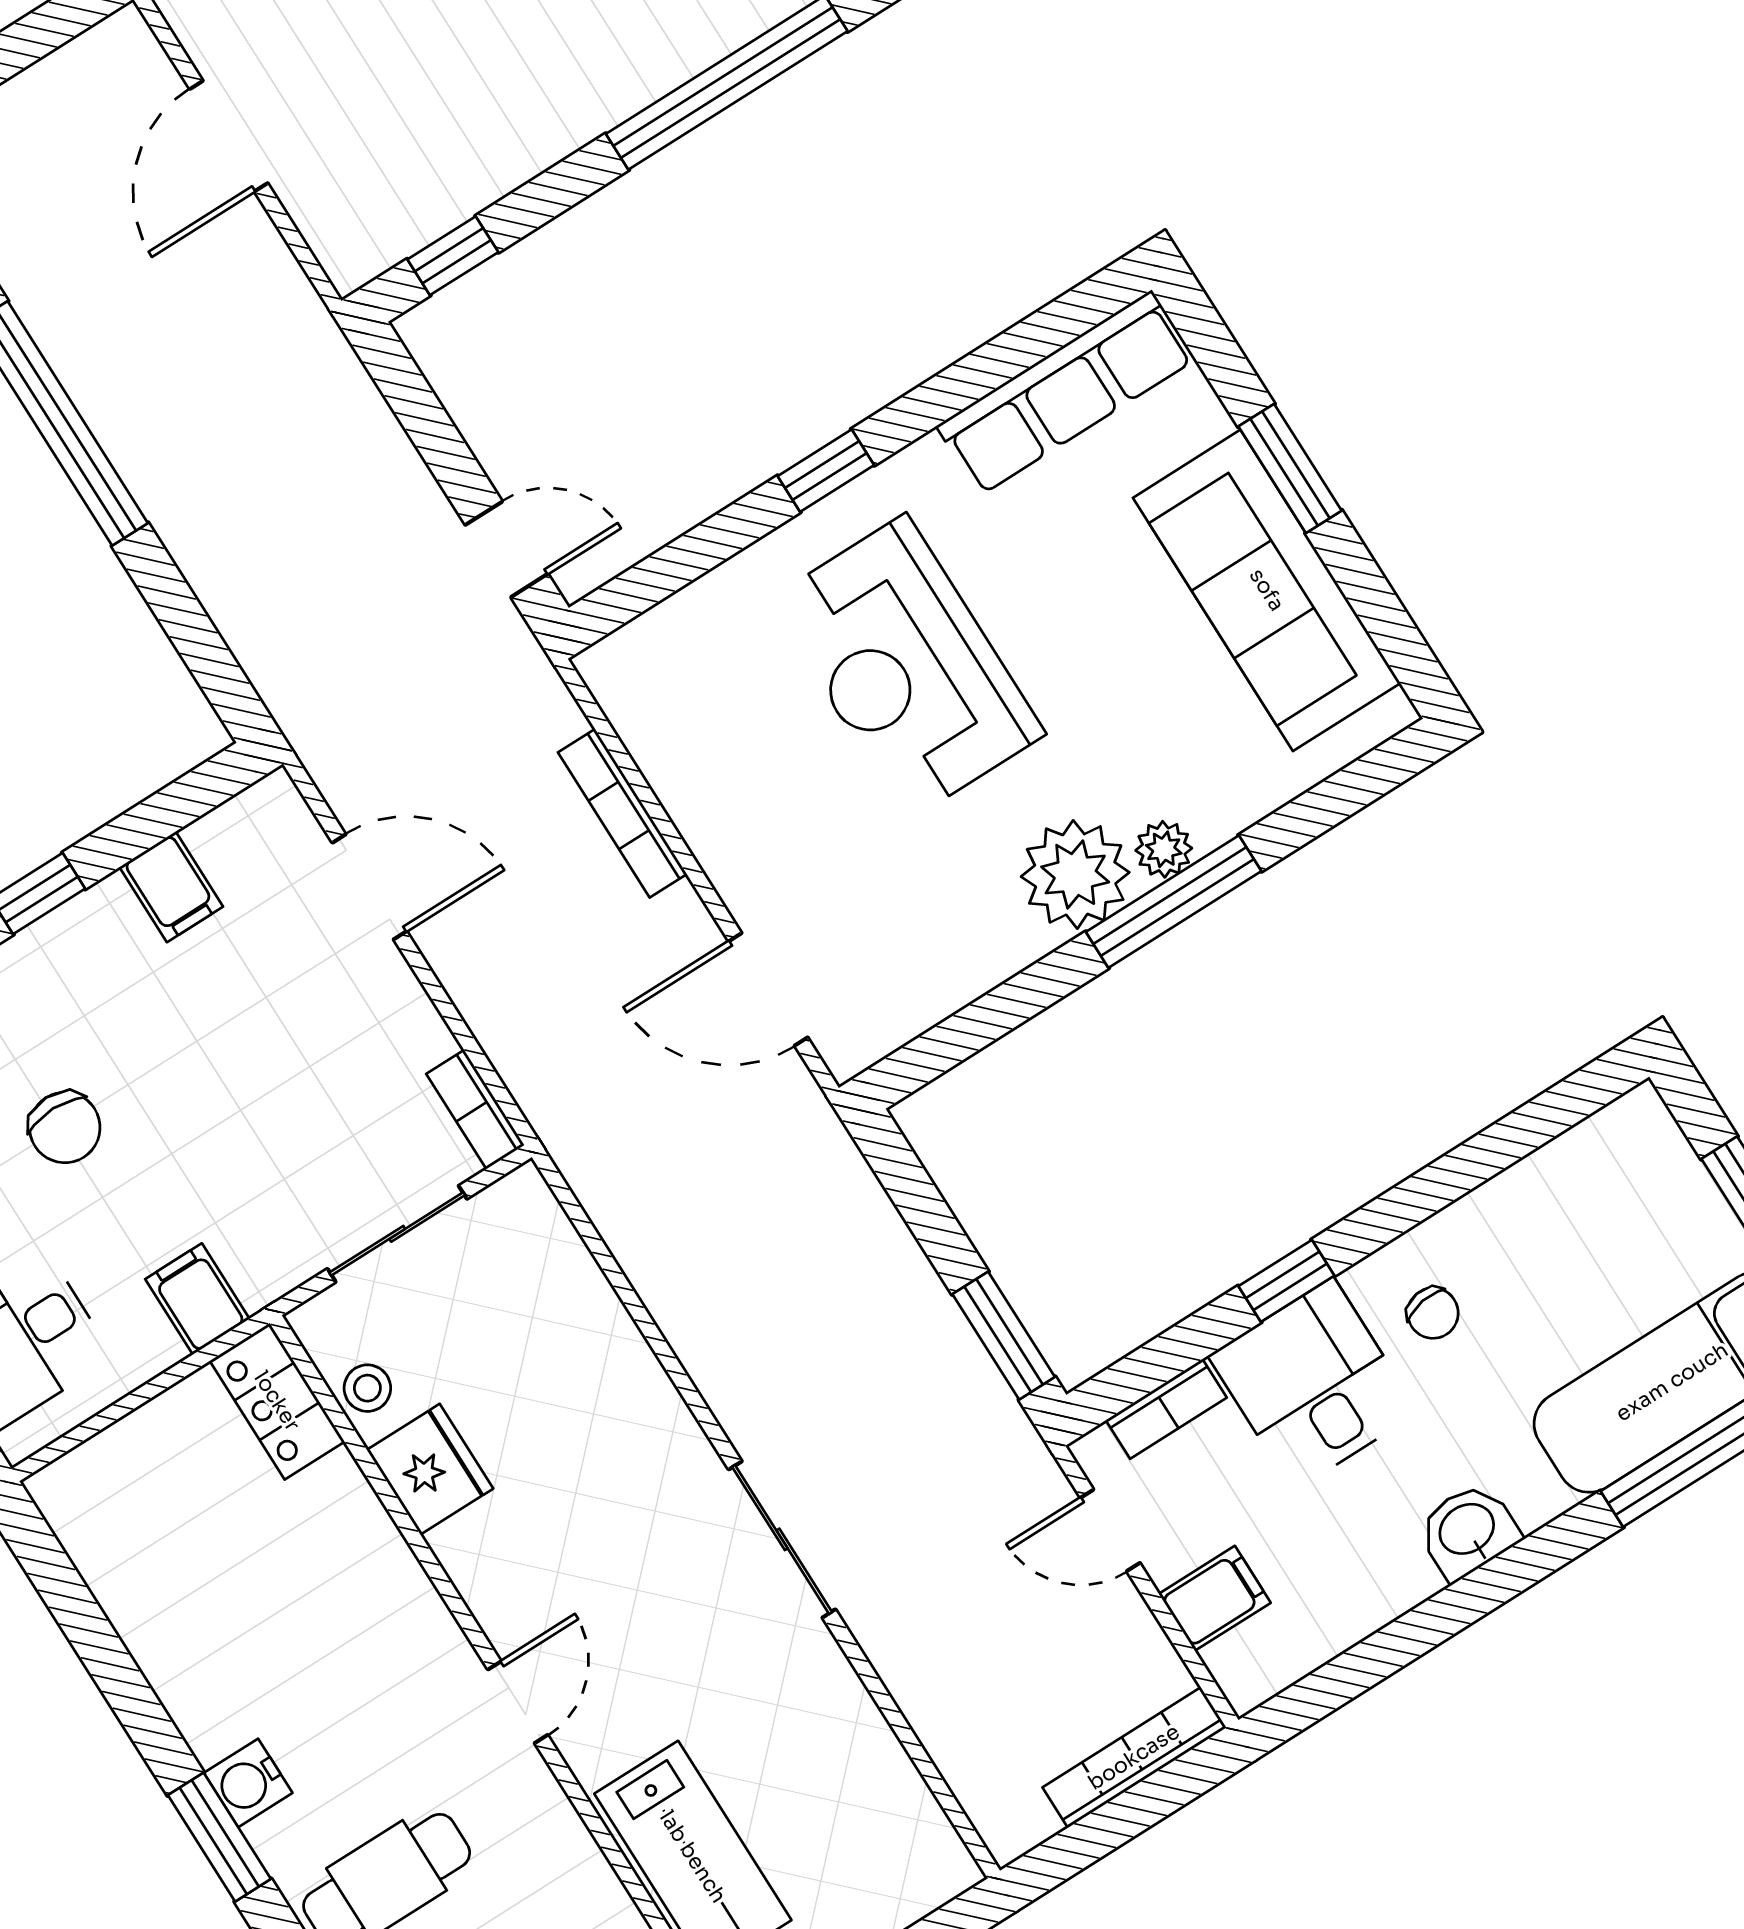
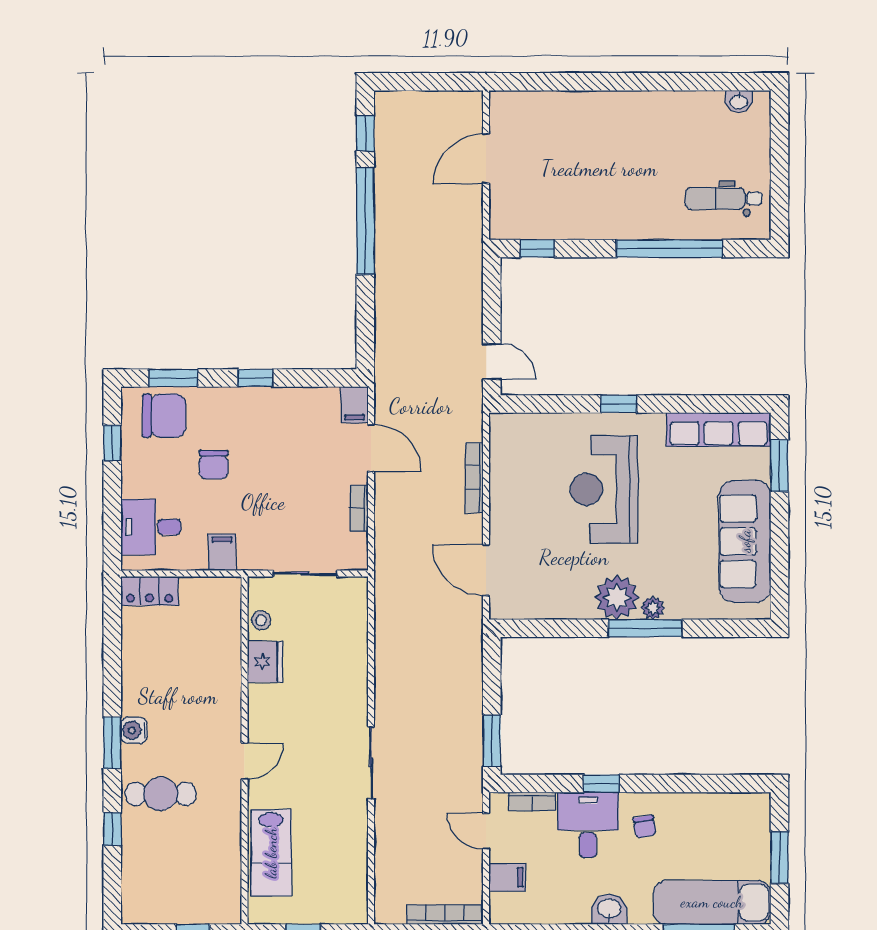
window: (1290, 468) -> (779, 466), moved
filing cabinet: (171, 887) -> (355, 405), moved
bookcase: (475, 1109) -> (359, 508), moved
locker: (277, 1401) -> (149, 591), moved, turned -90

